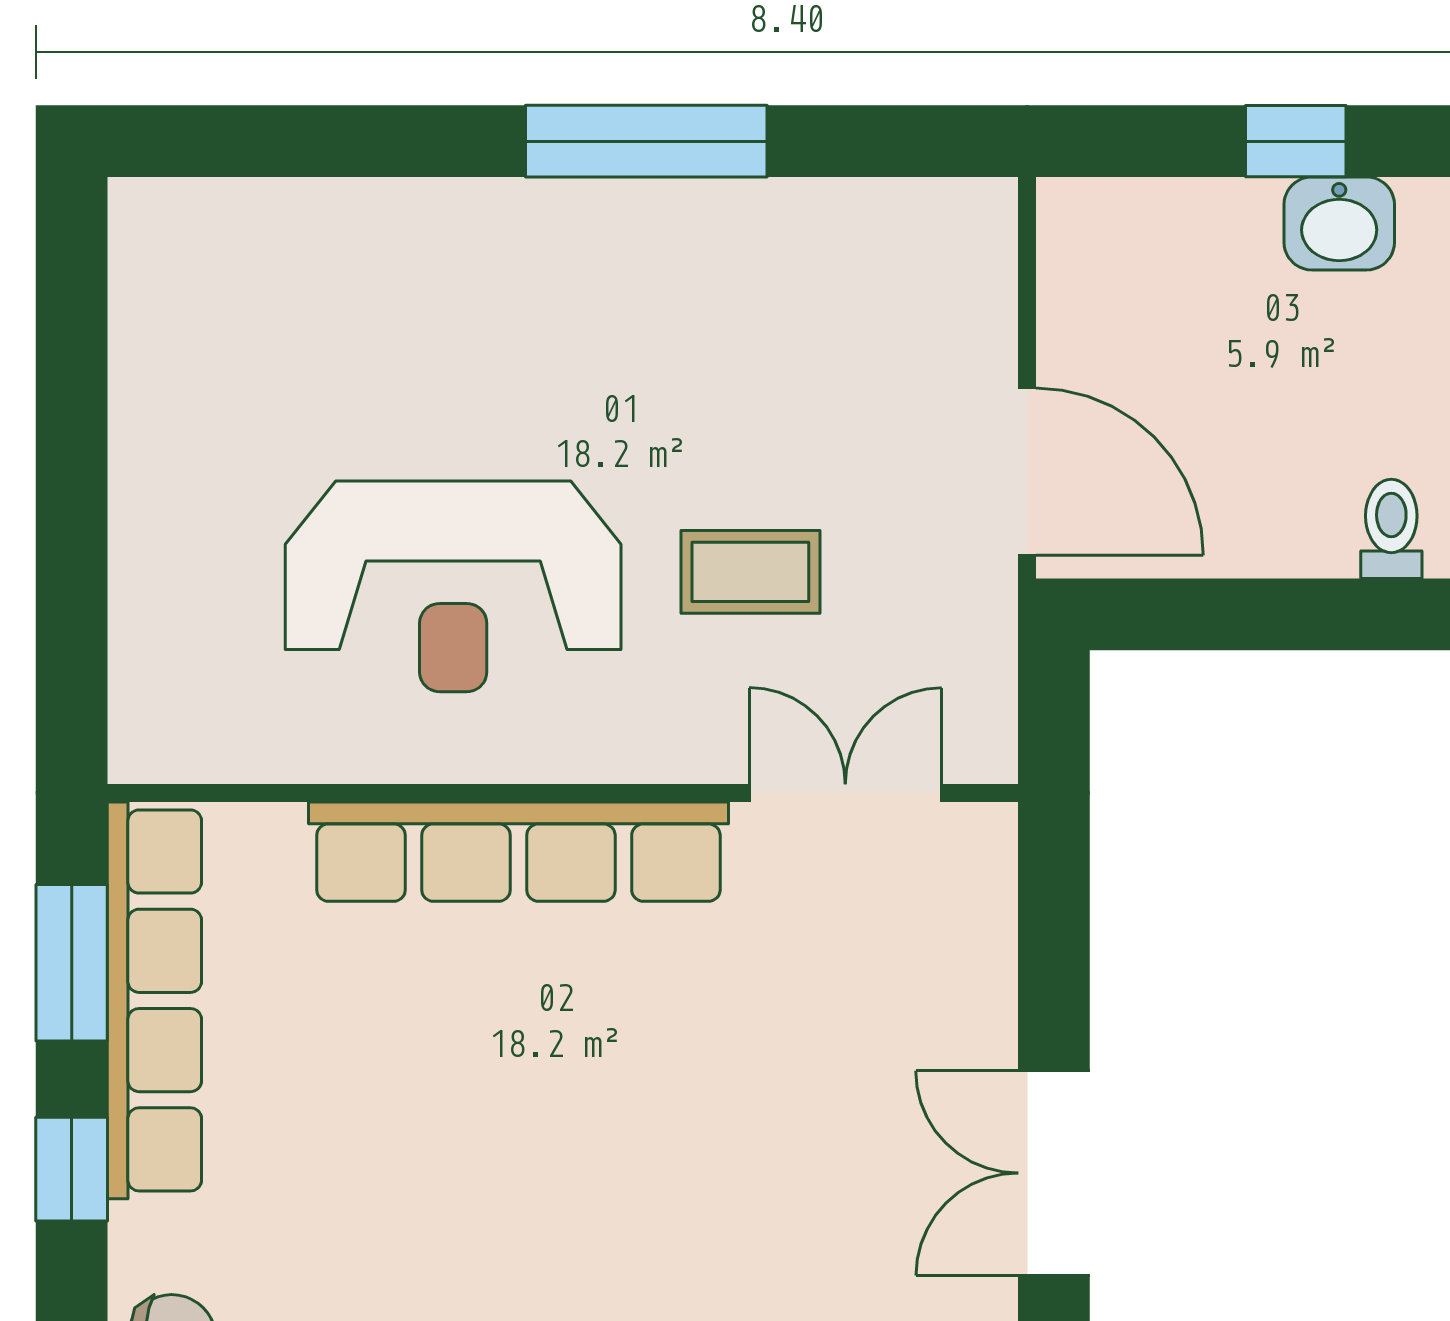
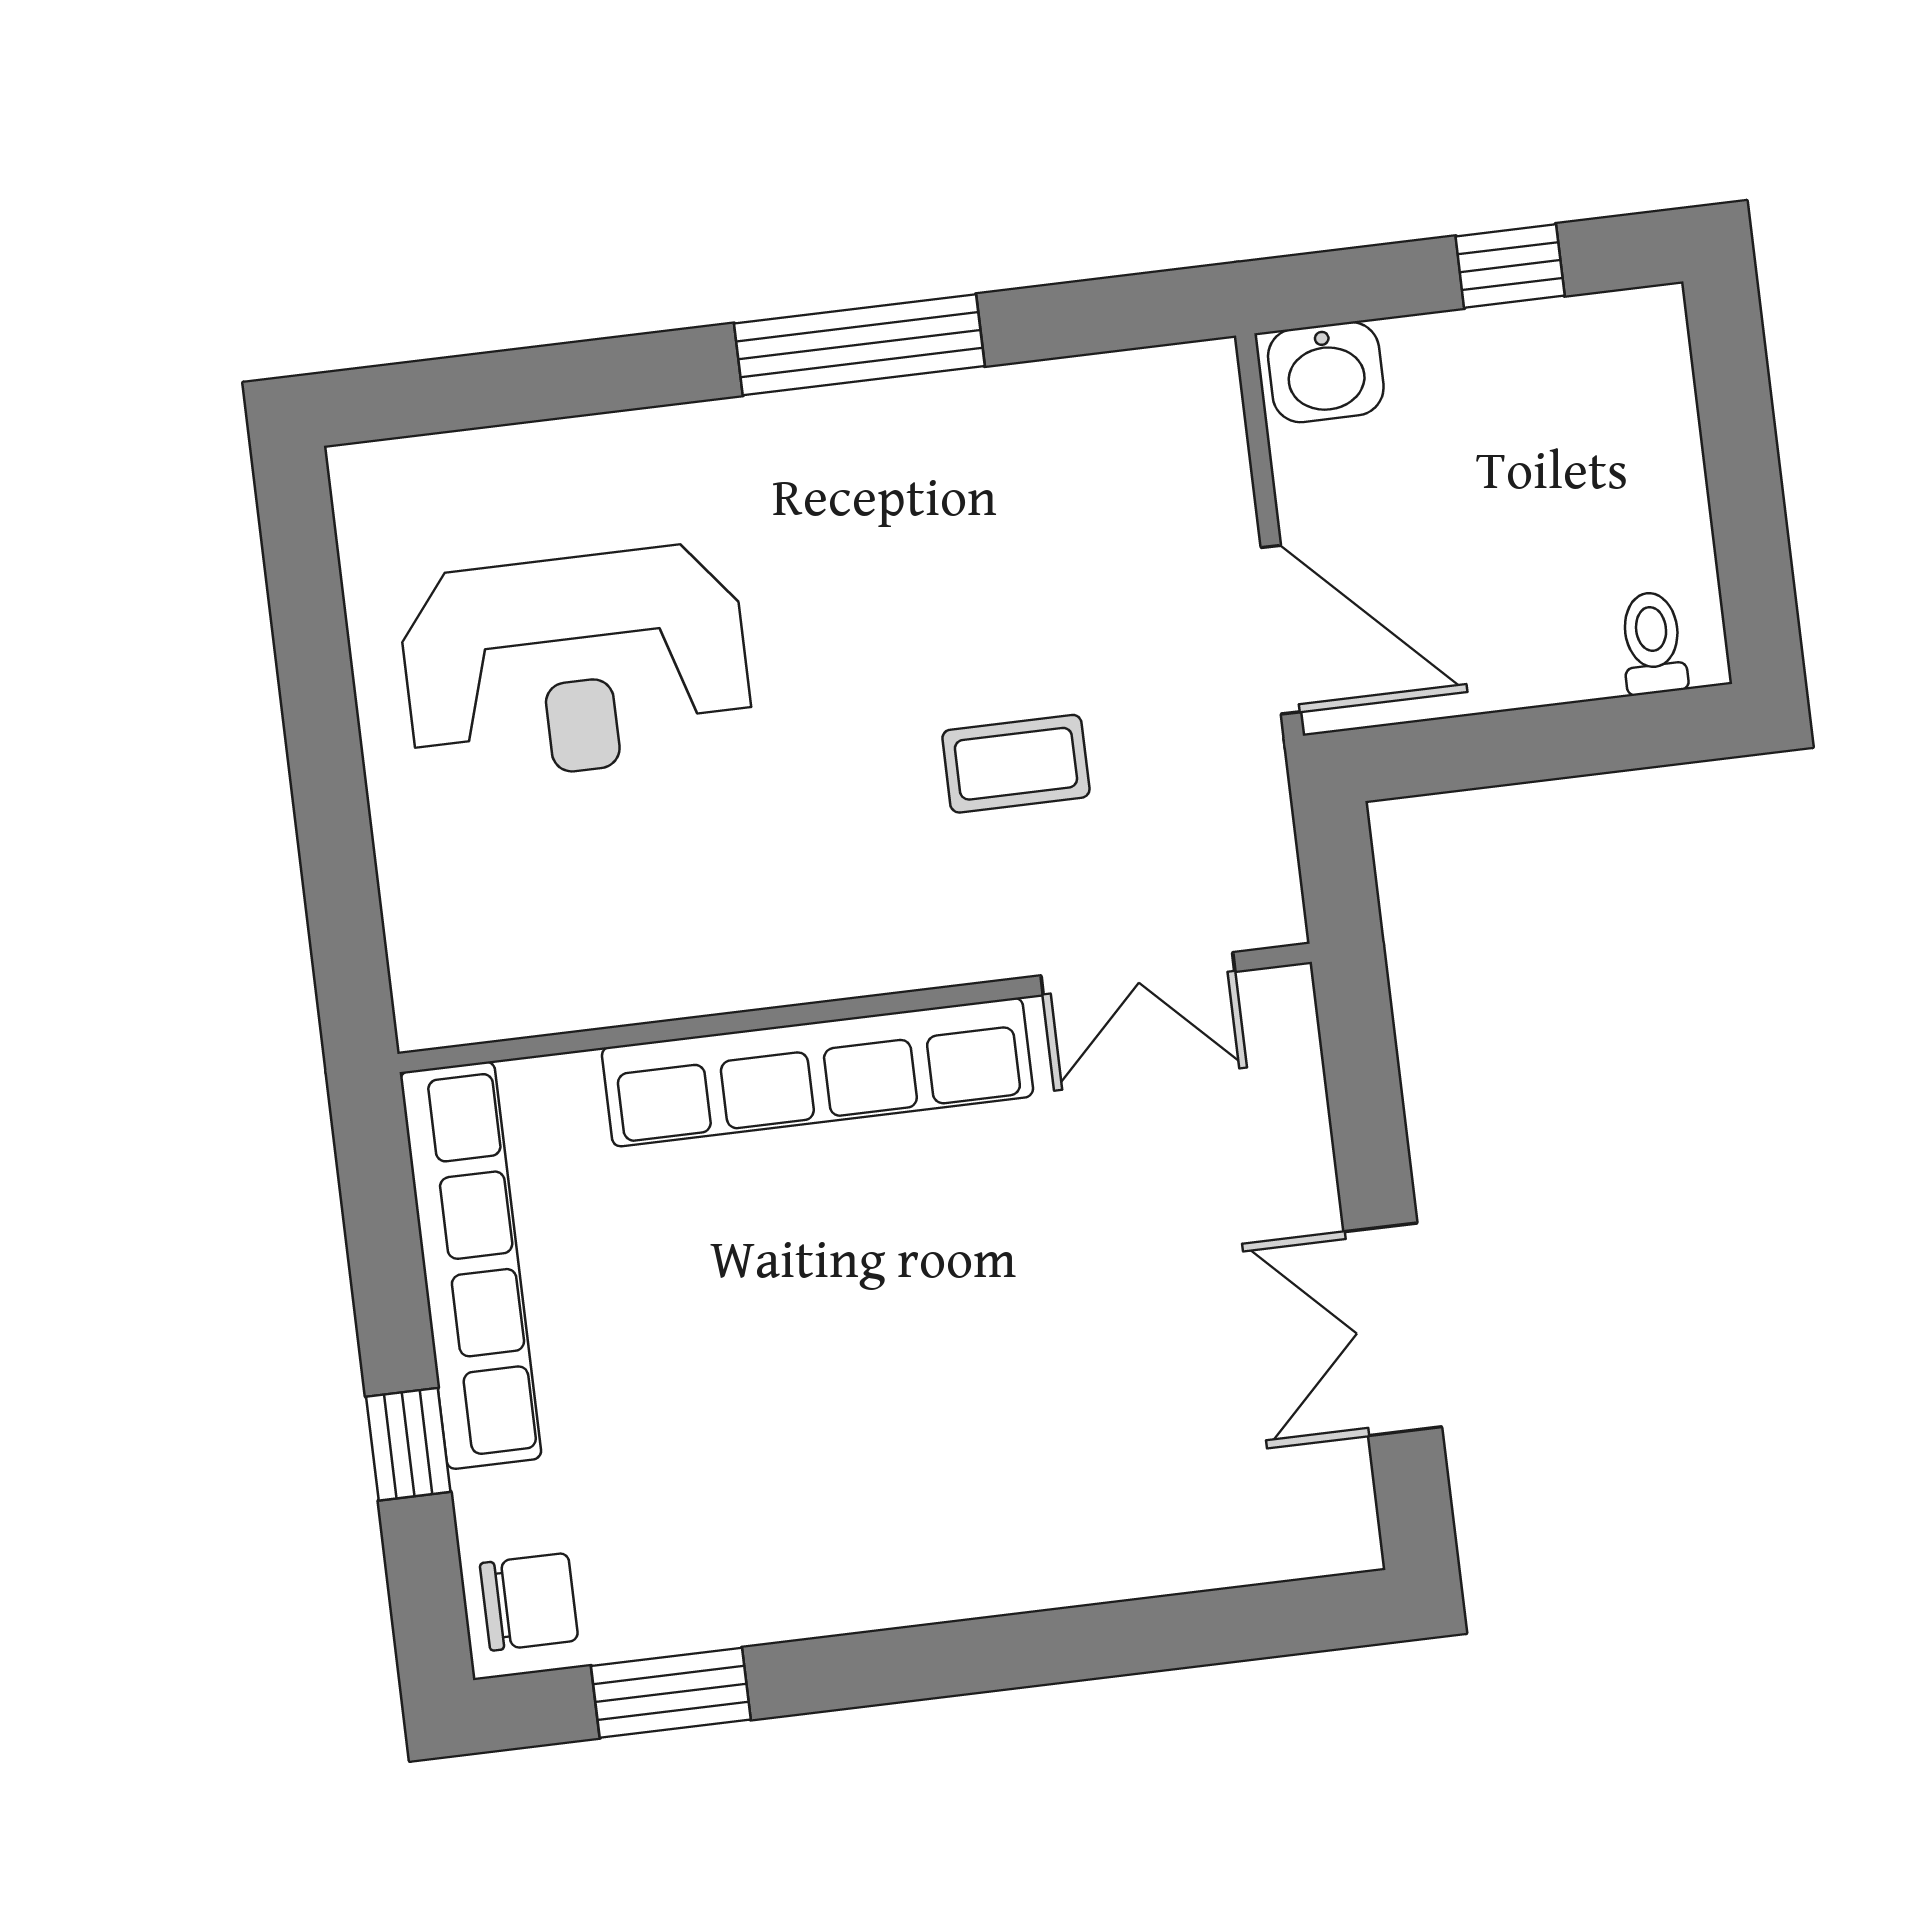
washbasin: (1339, 223) -> (1326, 372), moved
reception desk: (453, 586) -> (575, 664), moved
double door: (845, 793) -> (1138, 974), swing flipped
window: (72, 963) -> (383, 1238), removed

